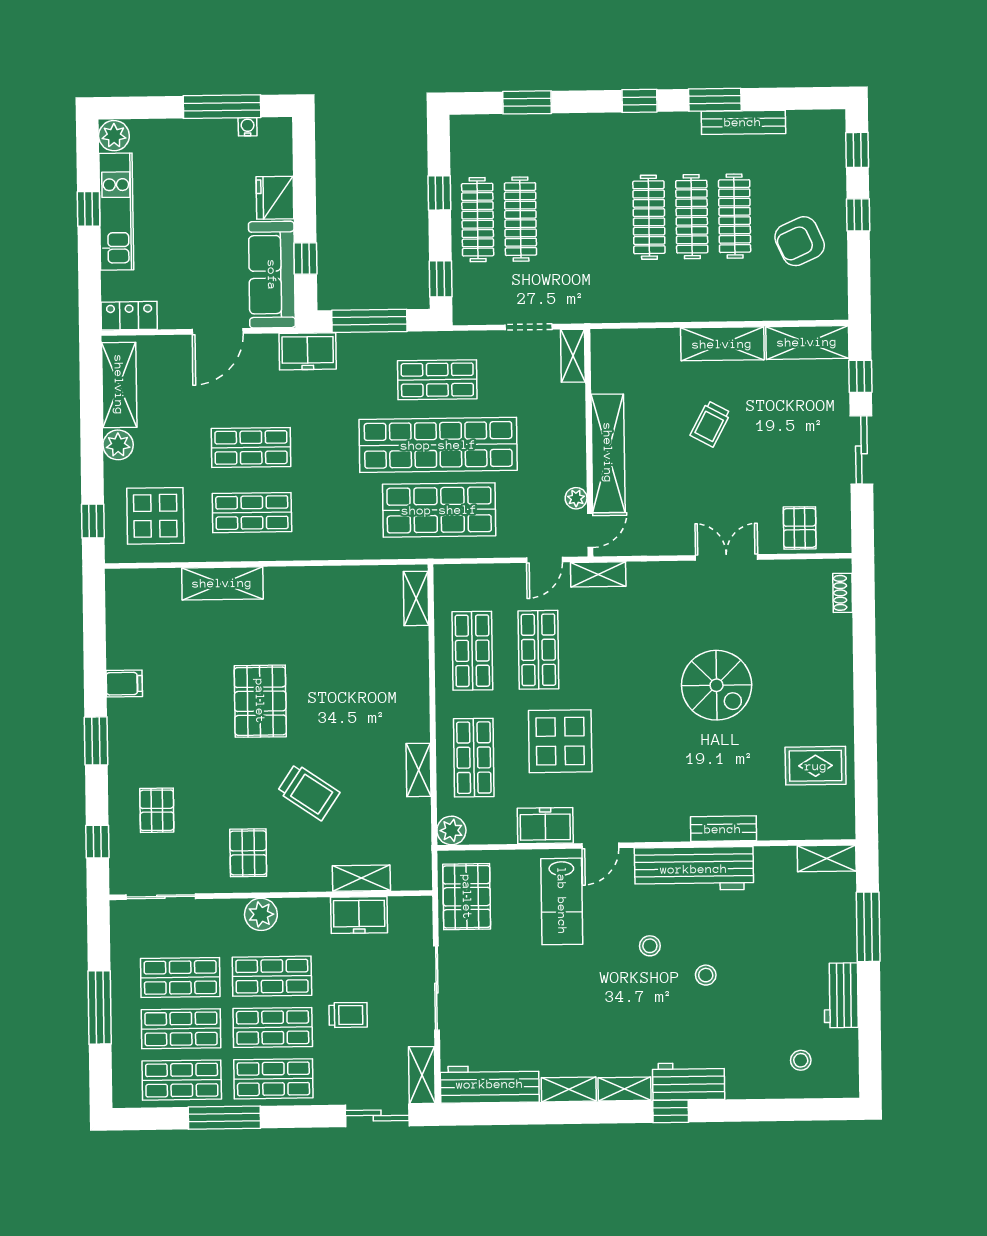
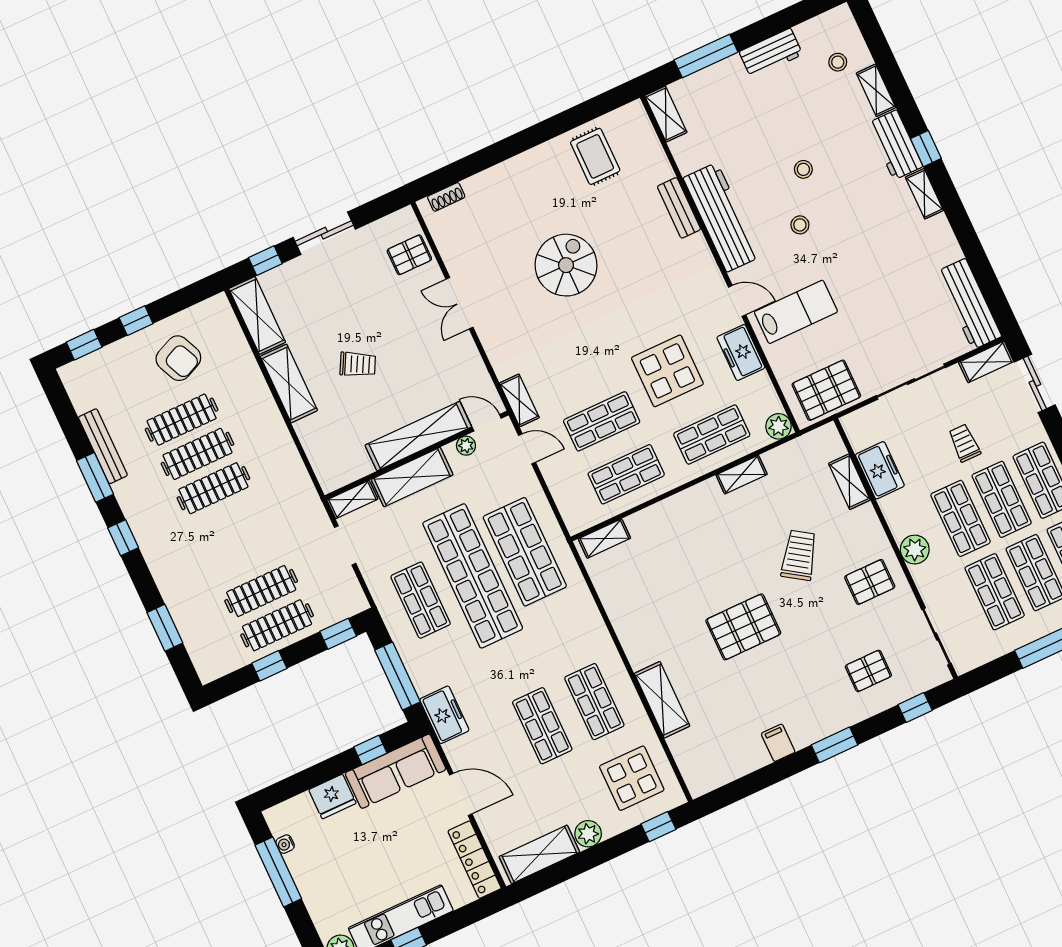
locker: (129, 316) -> (475, 860), width x1.53
shelving: (569, 428) -> (412, 477), added
shelving: (569, 1089) -> (876, 90), moved

